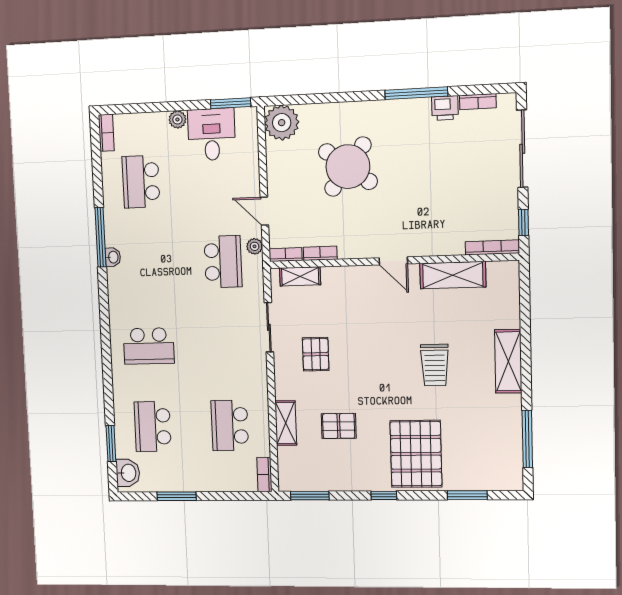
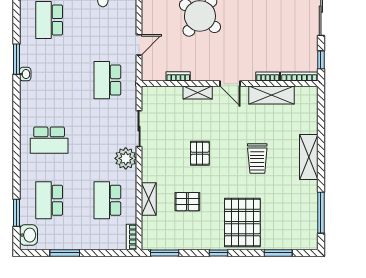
door: (264, 211) -> (139, 45), swing flipped
window: (100, 237) -> (17, 59), width x0.69
plant: (255, 246) -> (126, 158), moved, width x1.87, depth x1.87
bookcase: (286, 255) -> (268, 77), moved
school desk: (223, 262) -> (107, 80), turned 180
shelving: (300, 276) -> (198, 92), moved
pallet: (316, 354) -> (200, 153), moved

